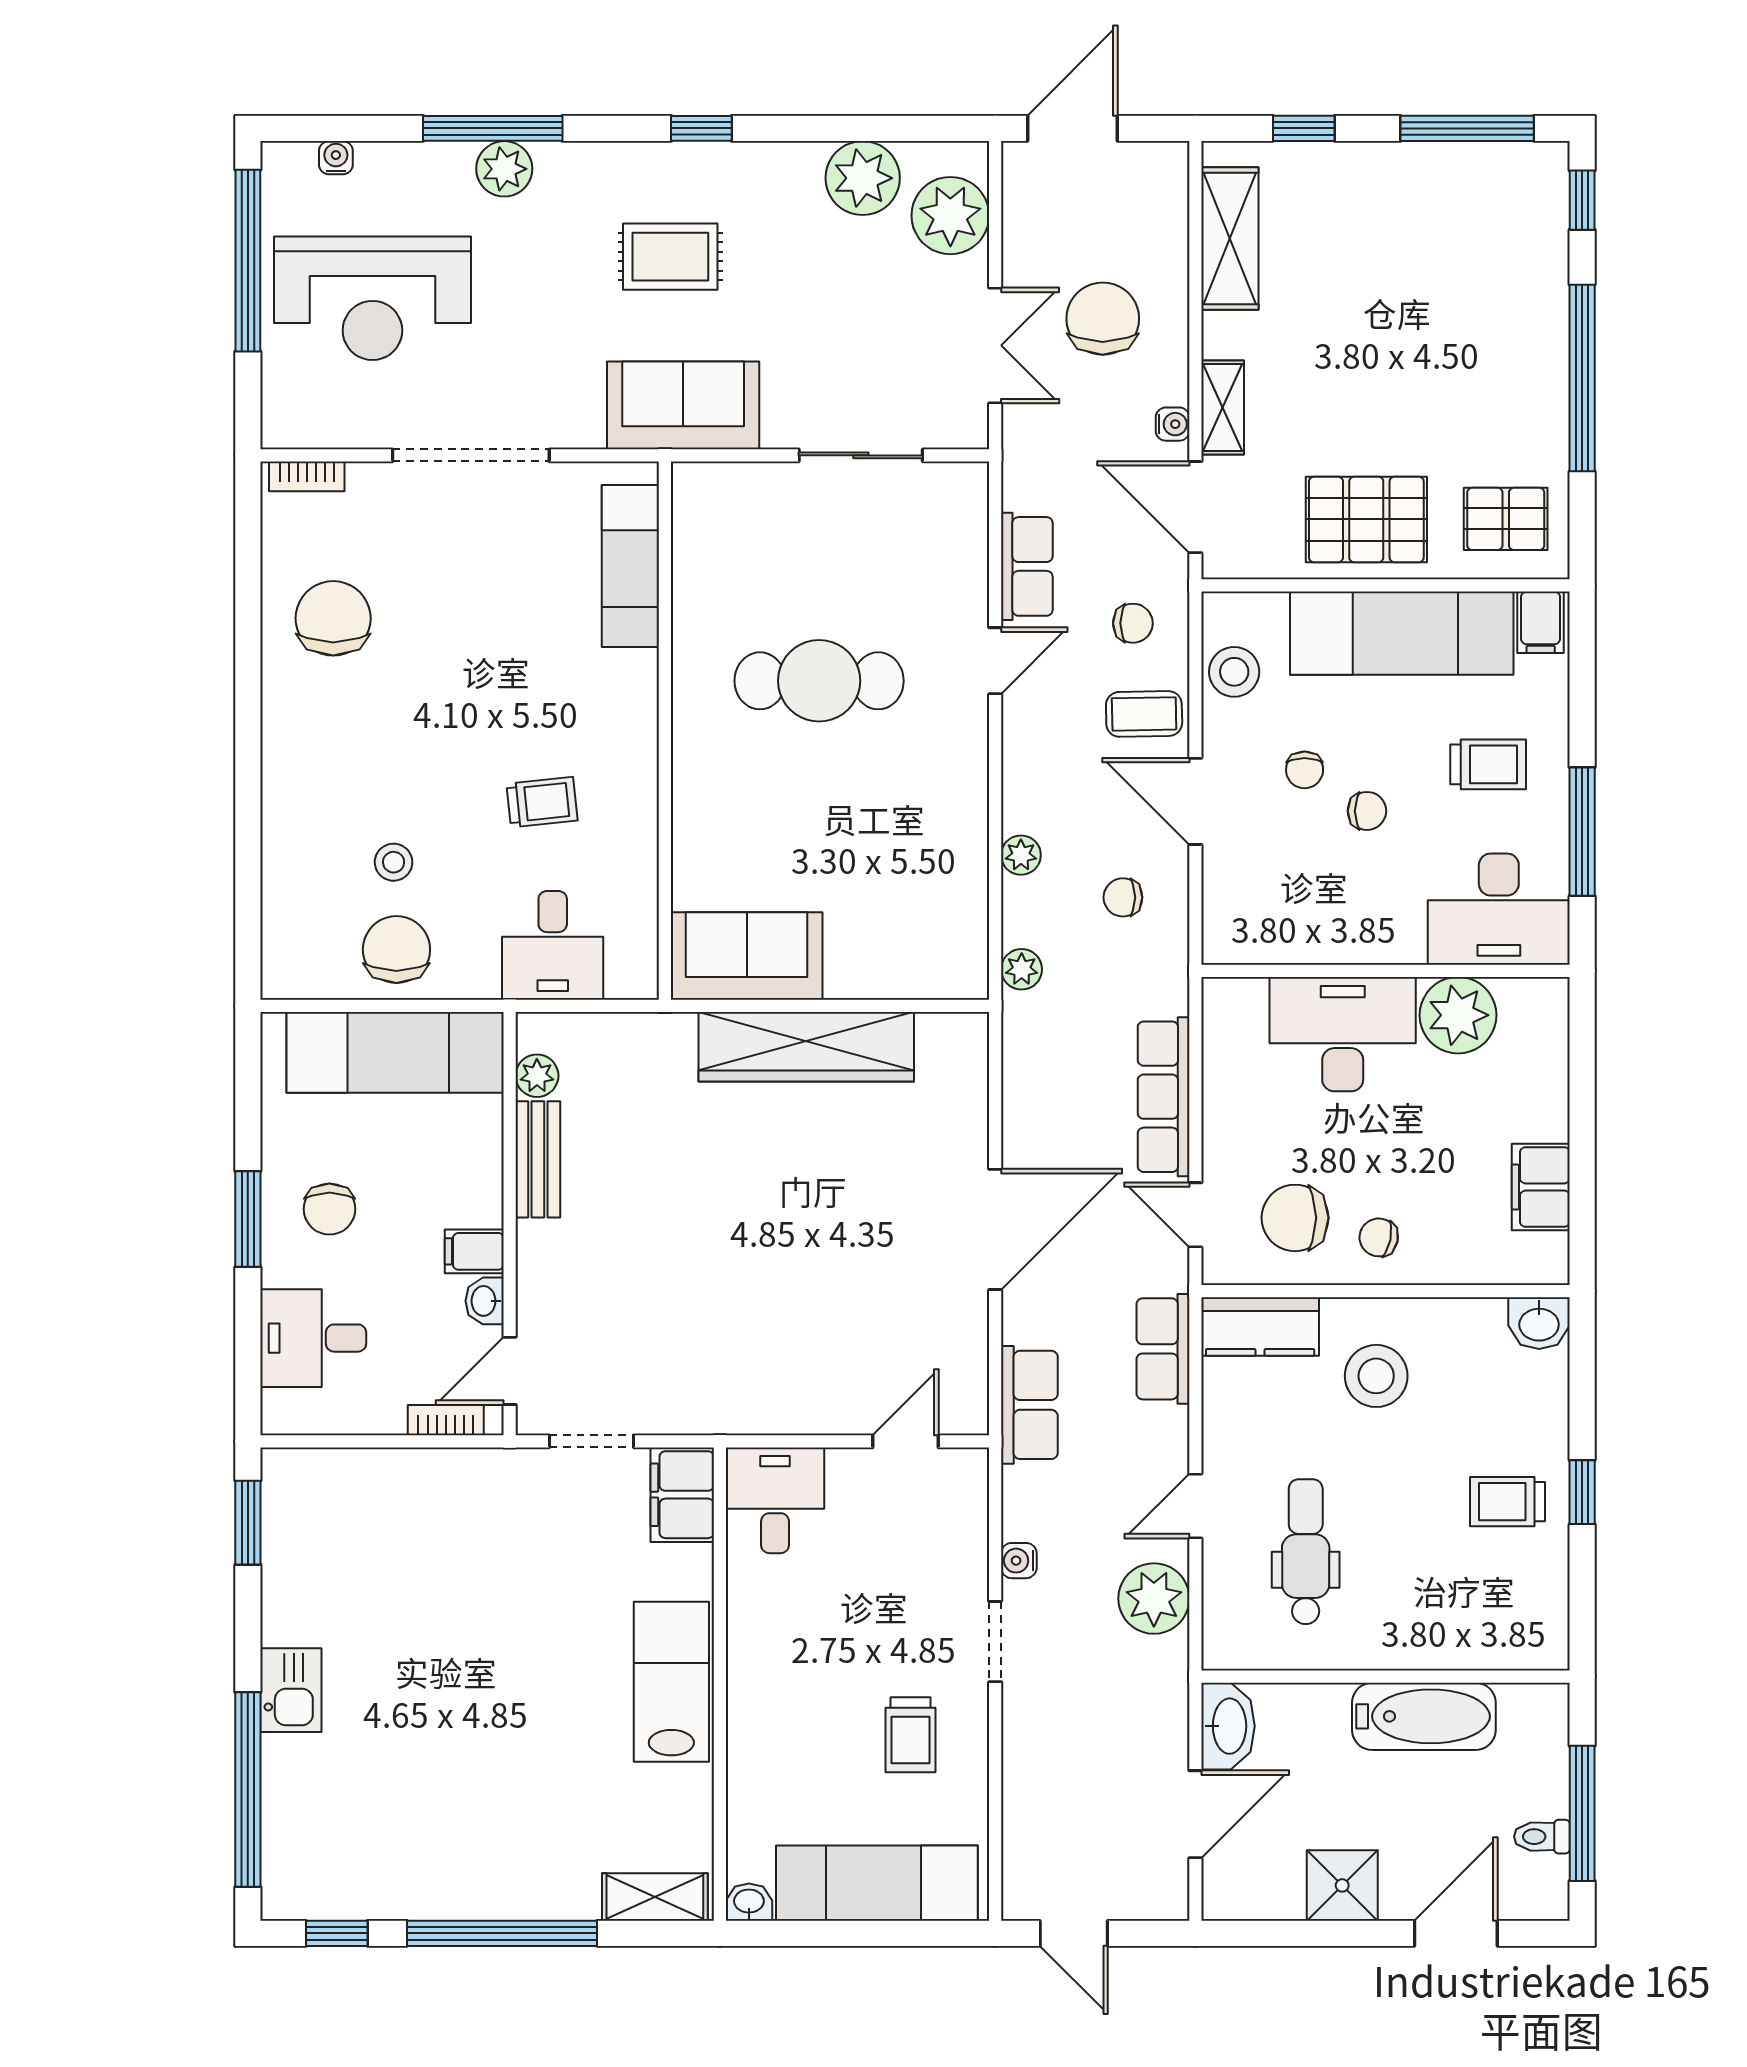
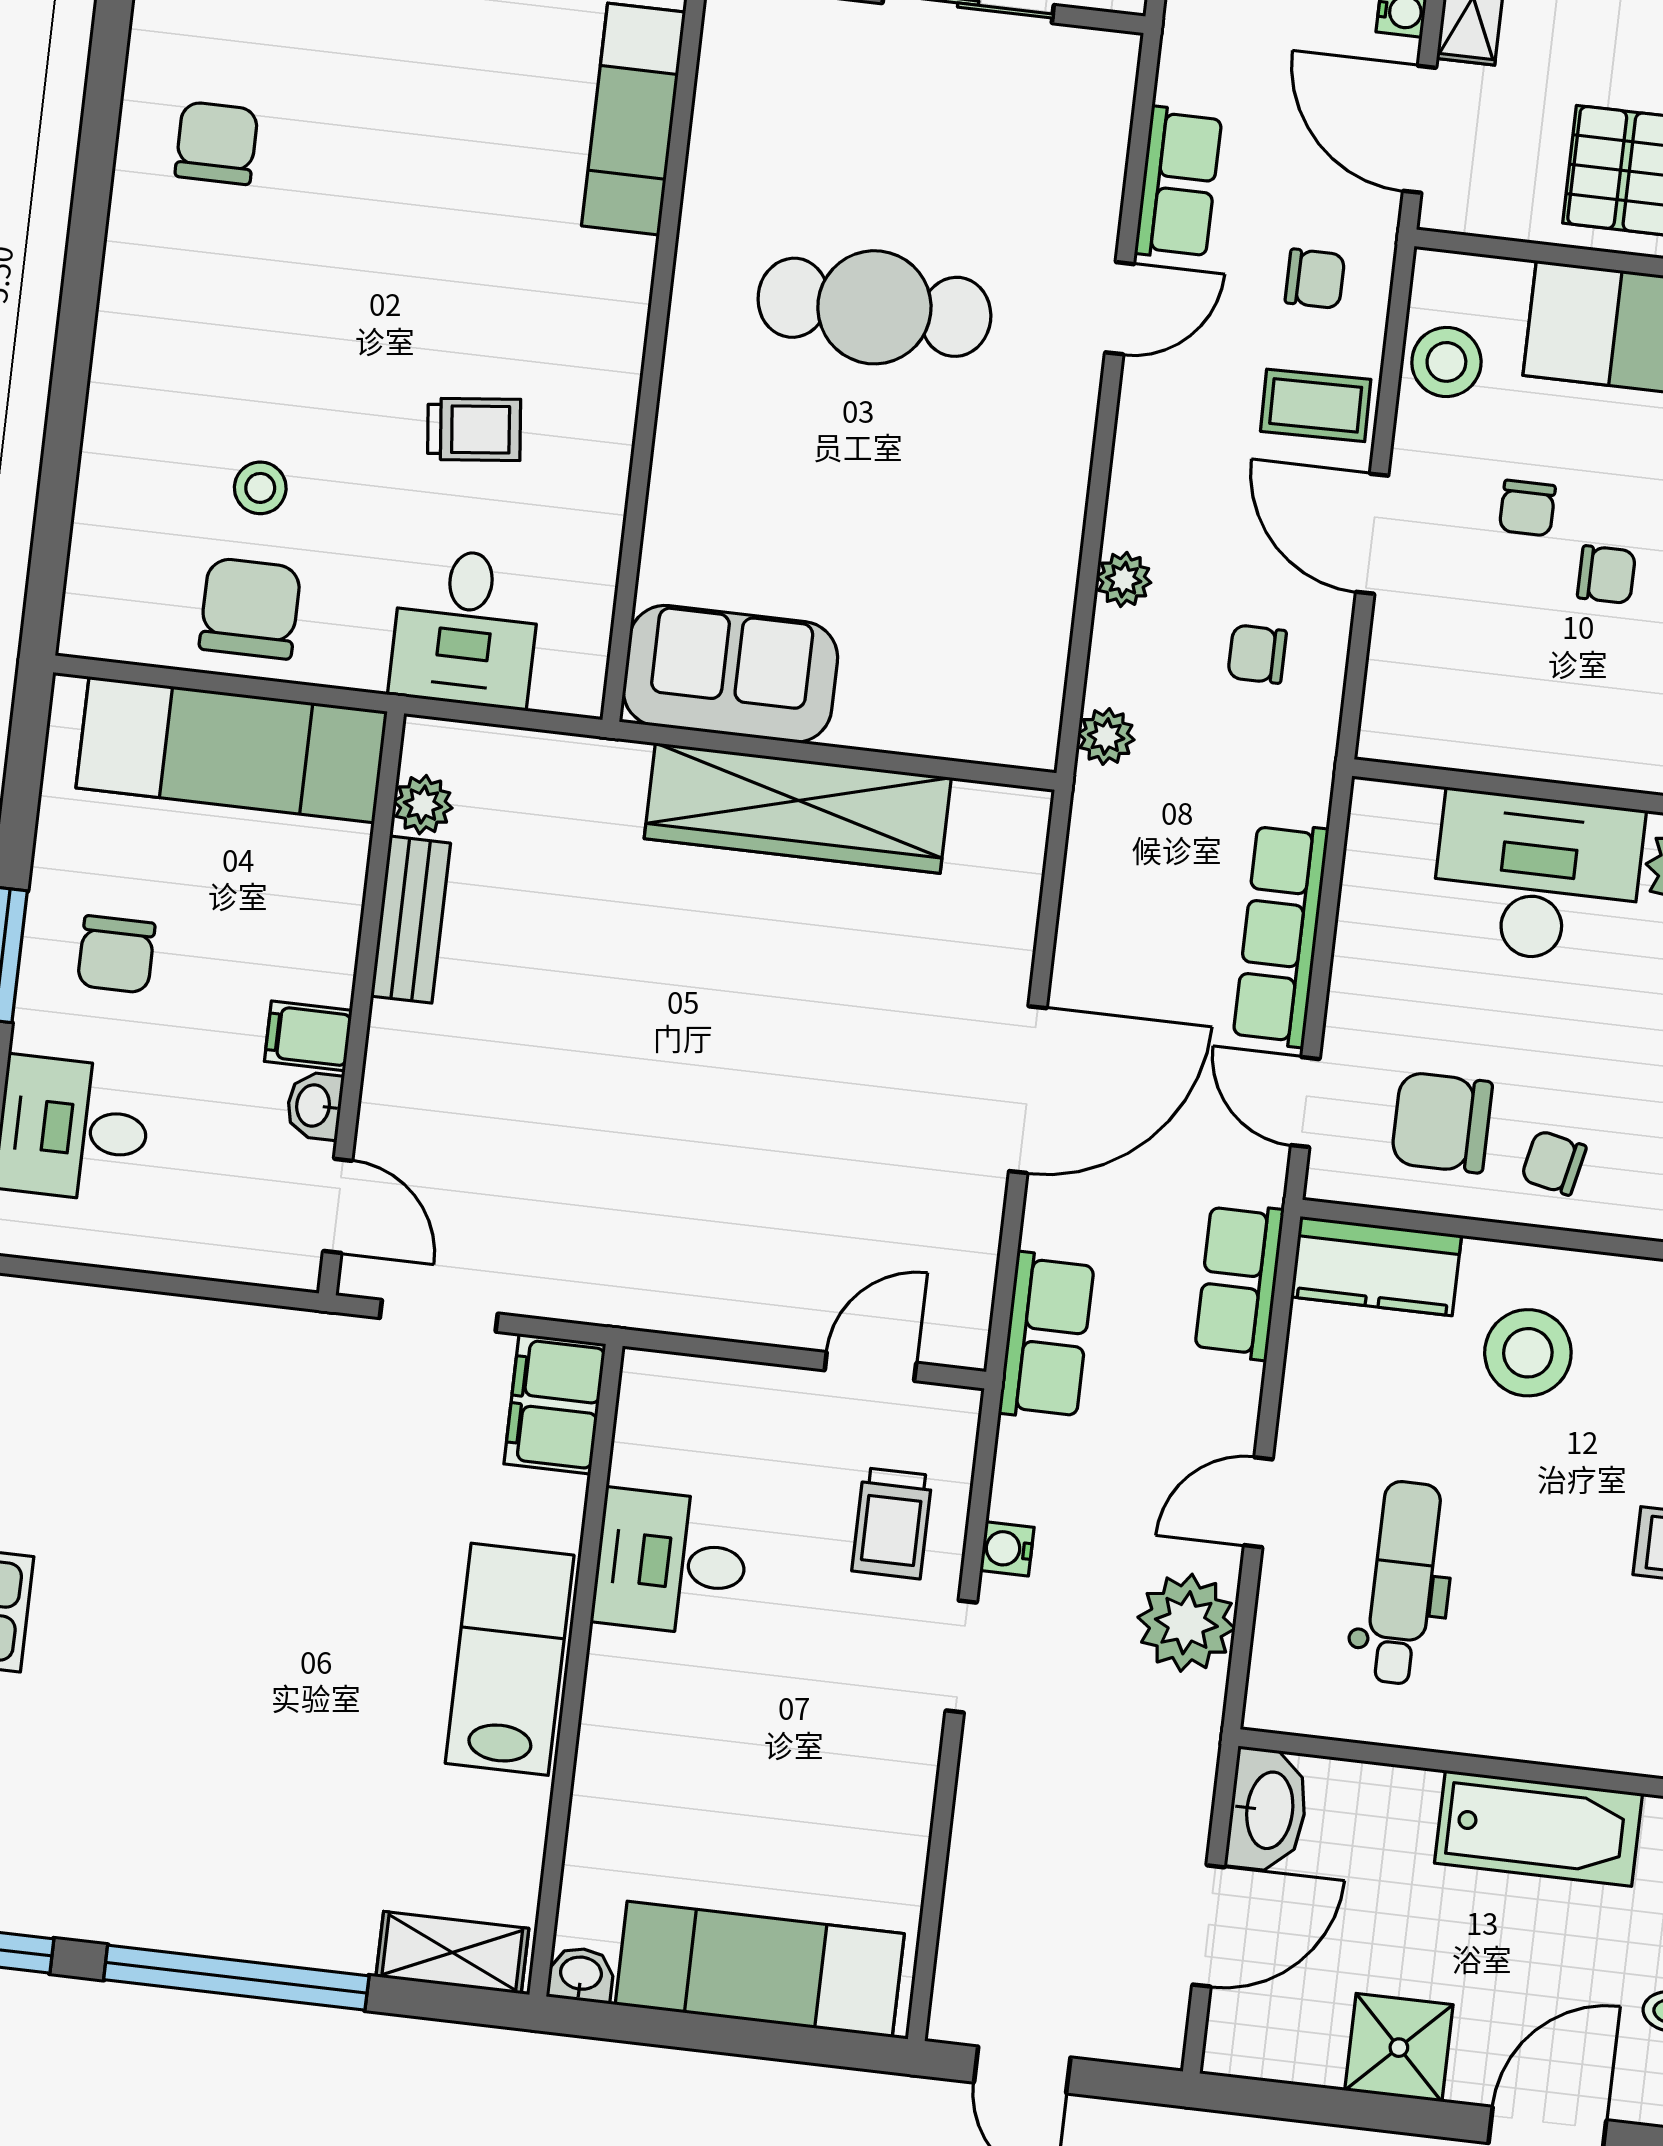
chair: (333, 618) -> (217, 143), width x0.73, depth x0.73
door: (510, 1371) -> (338, 1206), swing flipped
bookcase: (446, 1420) -> (242, 1263), removed
desk: (775, 1500) -> (671, 1563), moved, turned -90
trolley: (911, 1735) -> (892, 1523), moved

